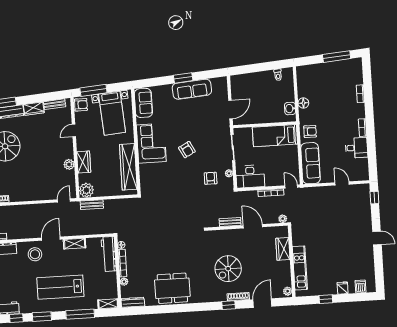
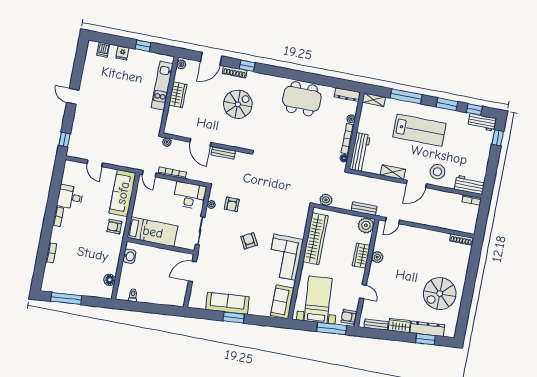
floor lamp: (303, 103) -> (110, 280), moved
door: (74, 131) -> (363, 292), hinge flipped
plant: (128, 204) -> (326, 200), added
wardrobe: (283, 249) -> (178, 95), moved

